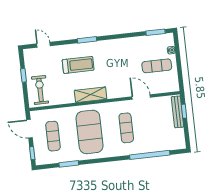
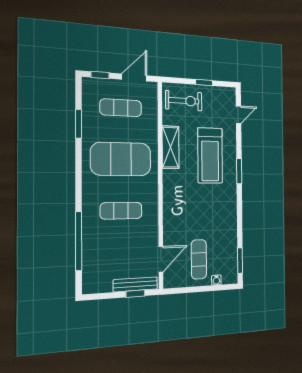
treadmill: (78, 65) -> (210, 155), width x1.37, depth x1.38
shelving: (91, 95) -> (171, 147), moved
door: (141, 97) -> (161, 259), moved

